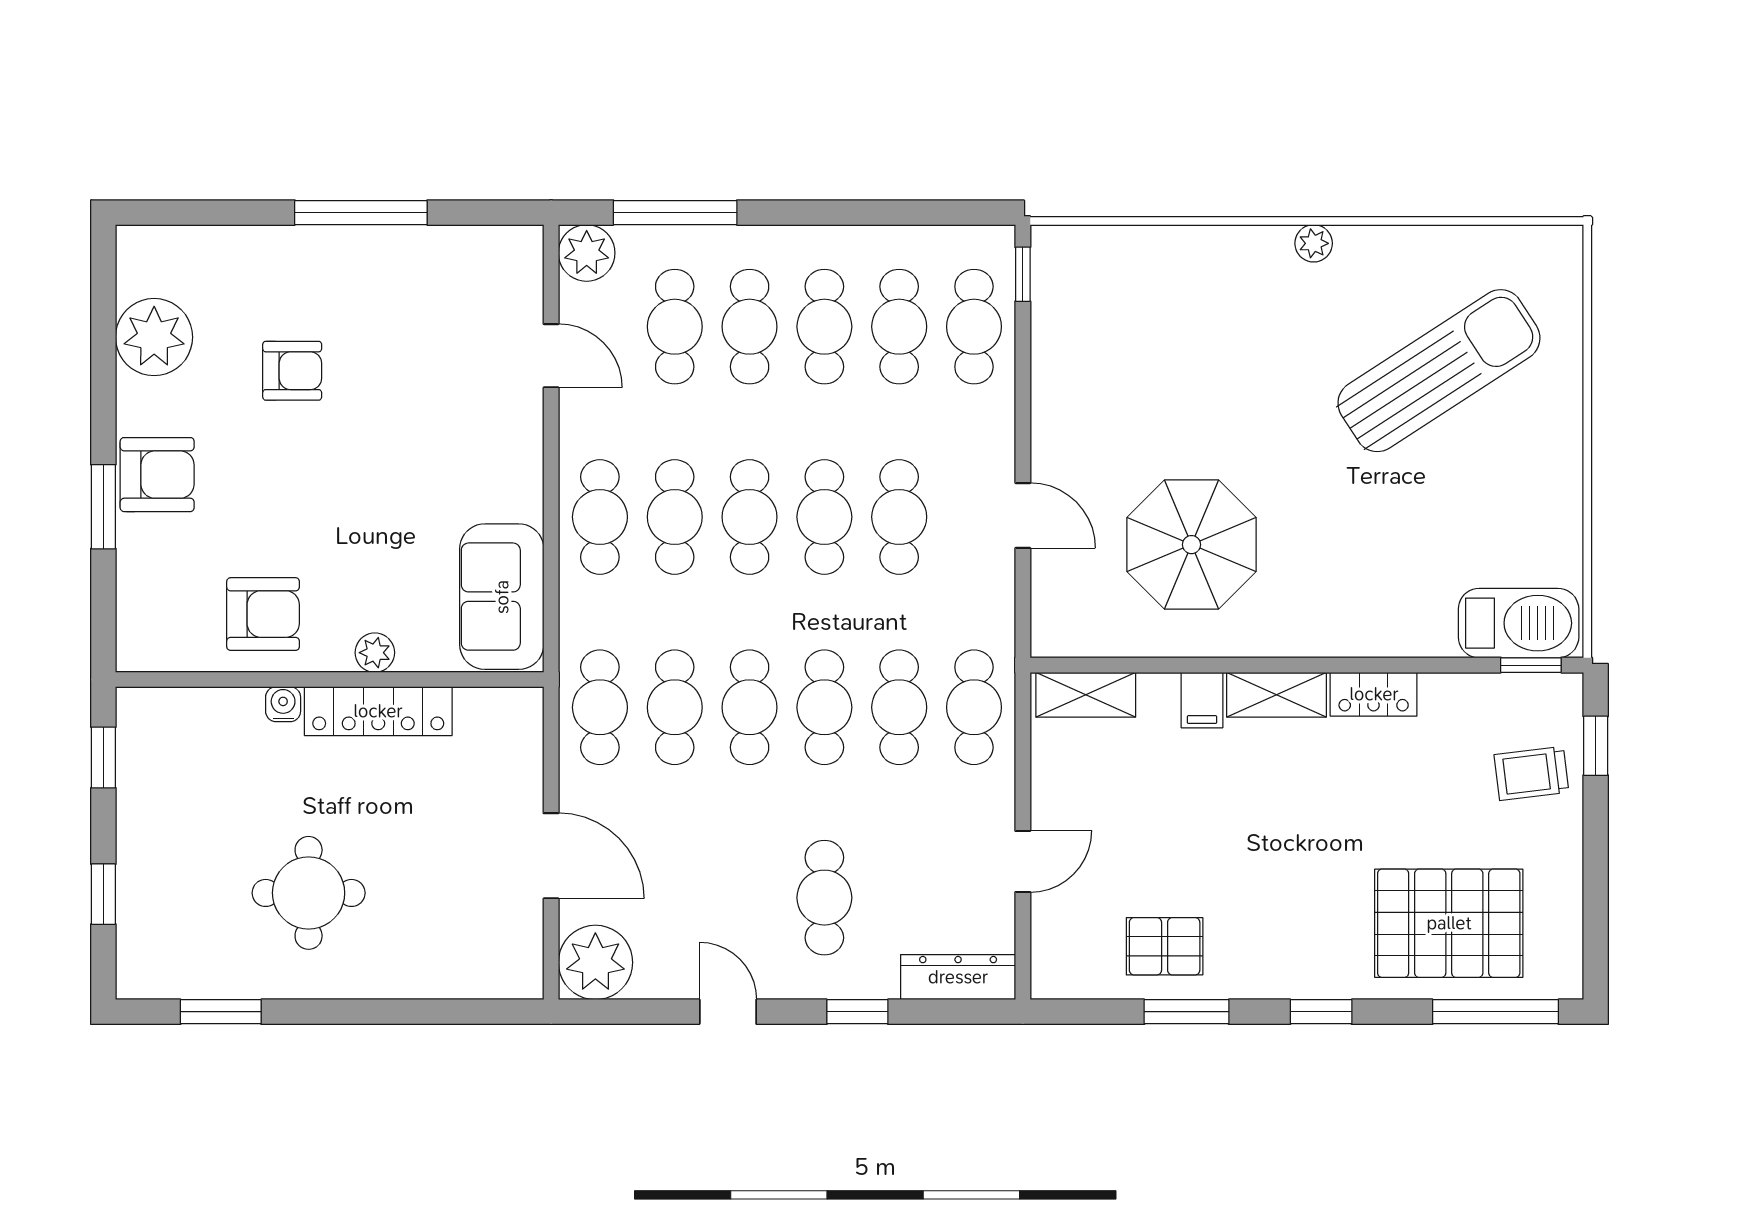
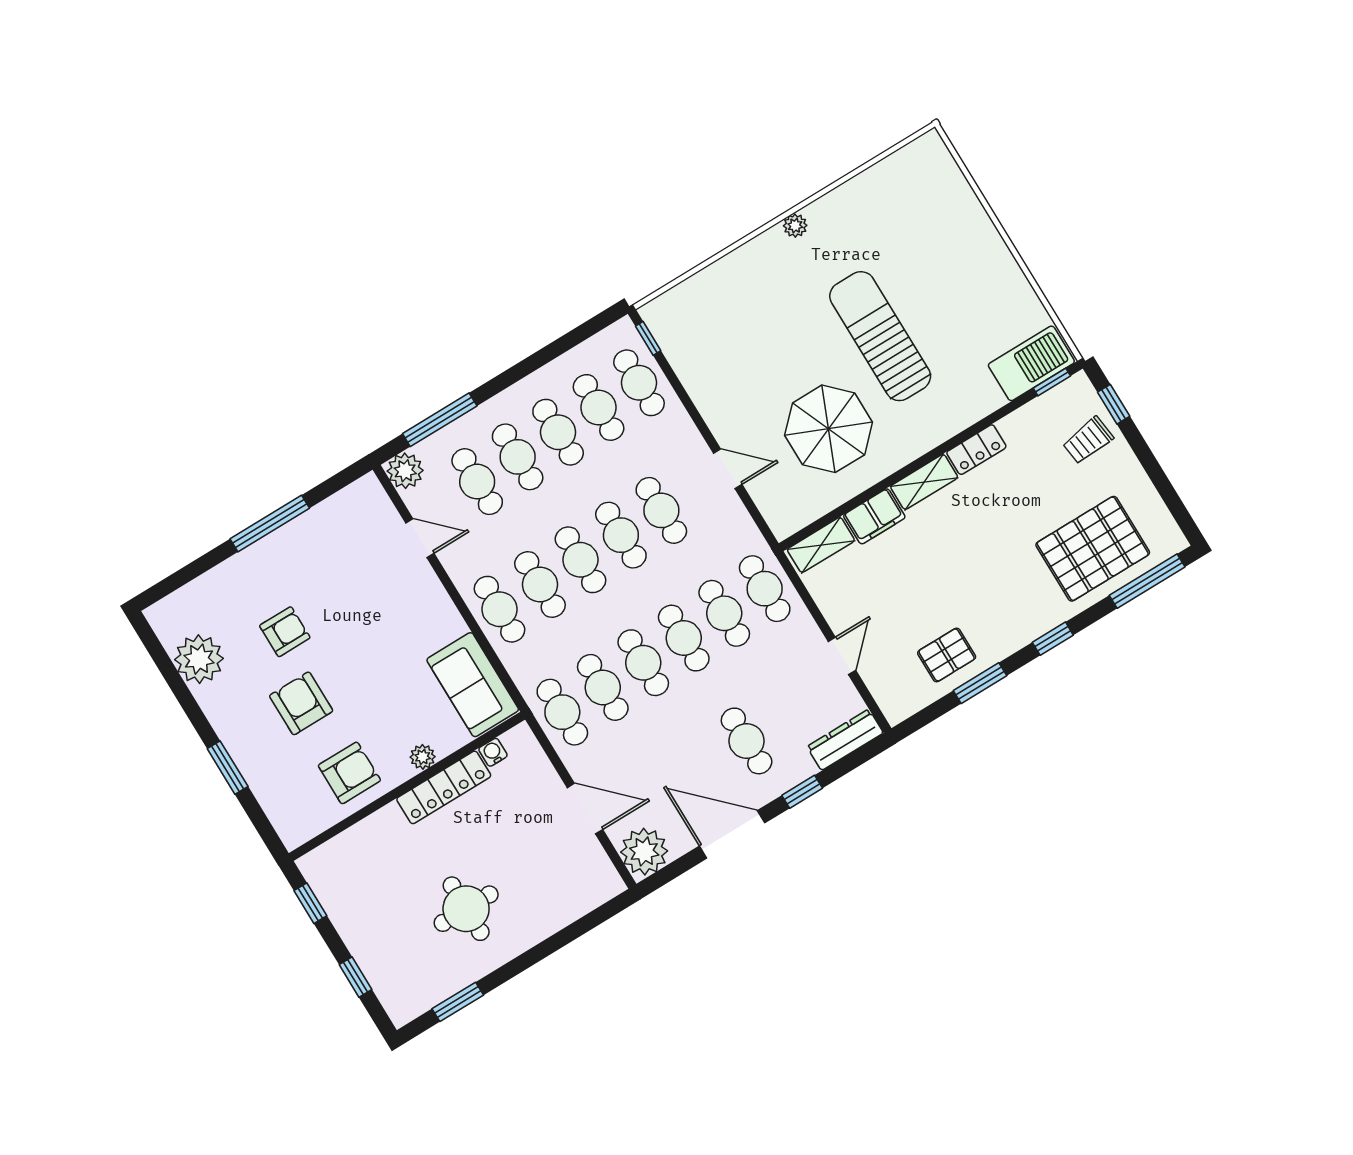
sun lounger: (1439, 371) -> (880, 336), moved, turned -57
armchair: (157, 475) -> (301, 703), moved, turned -90
filing cabinet: (1202, 700) -> (874, 516), width x2.00
water cooler: (283, 704) -> (493, 752), moved
door: (728, 1012) -> (732, 834), width x1.87

